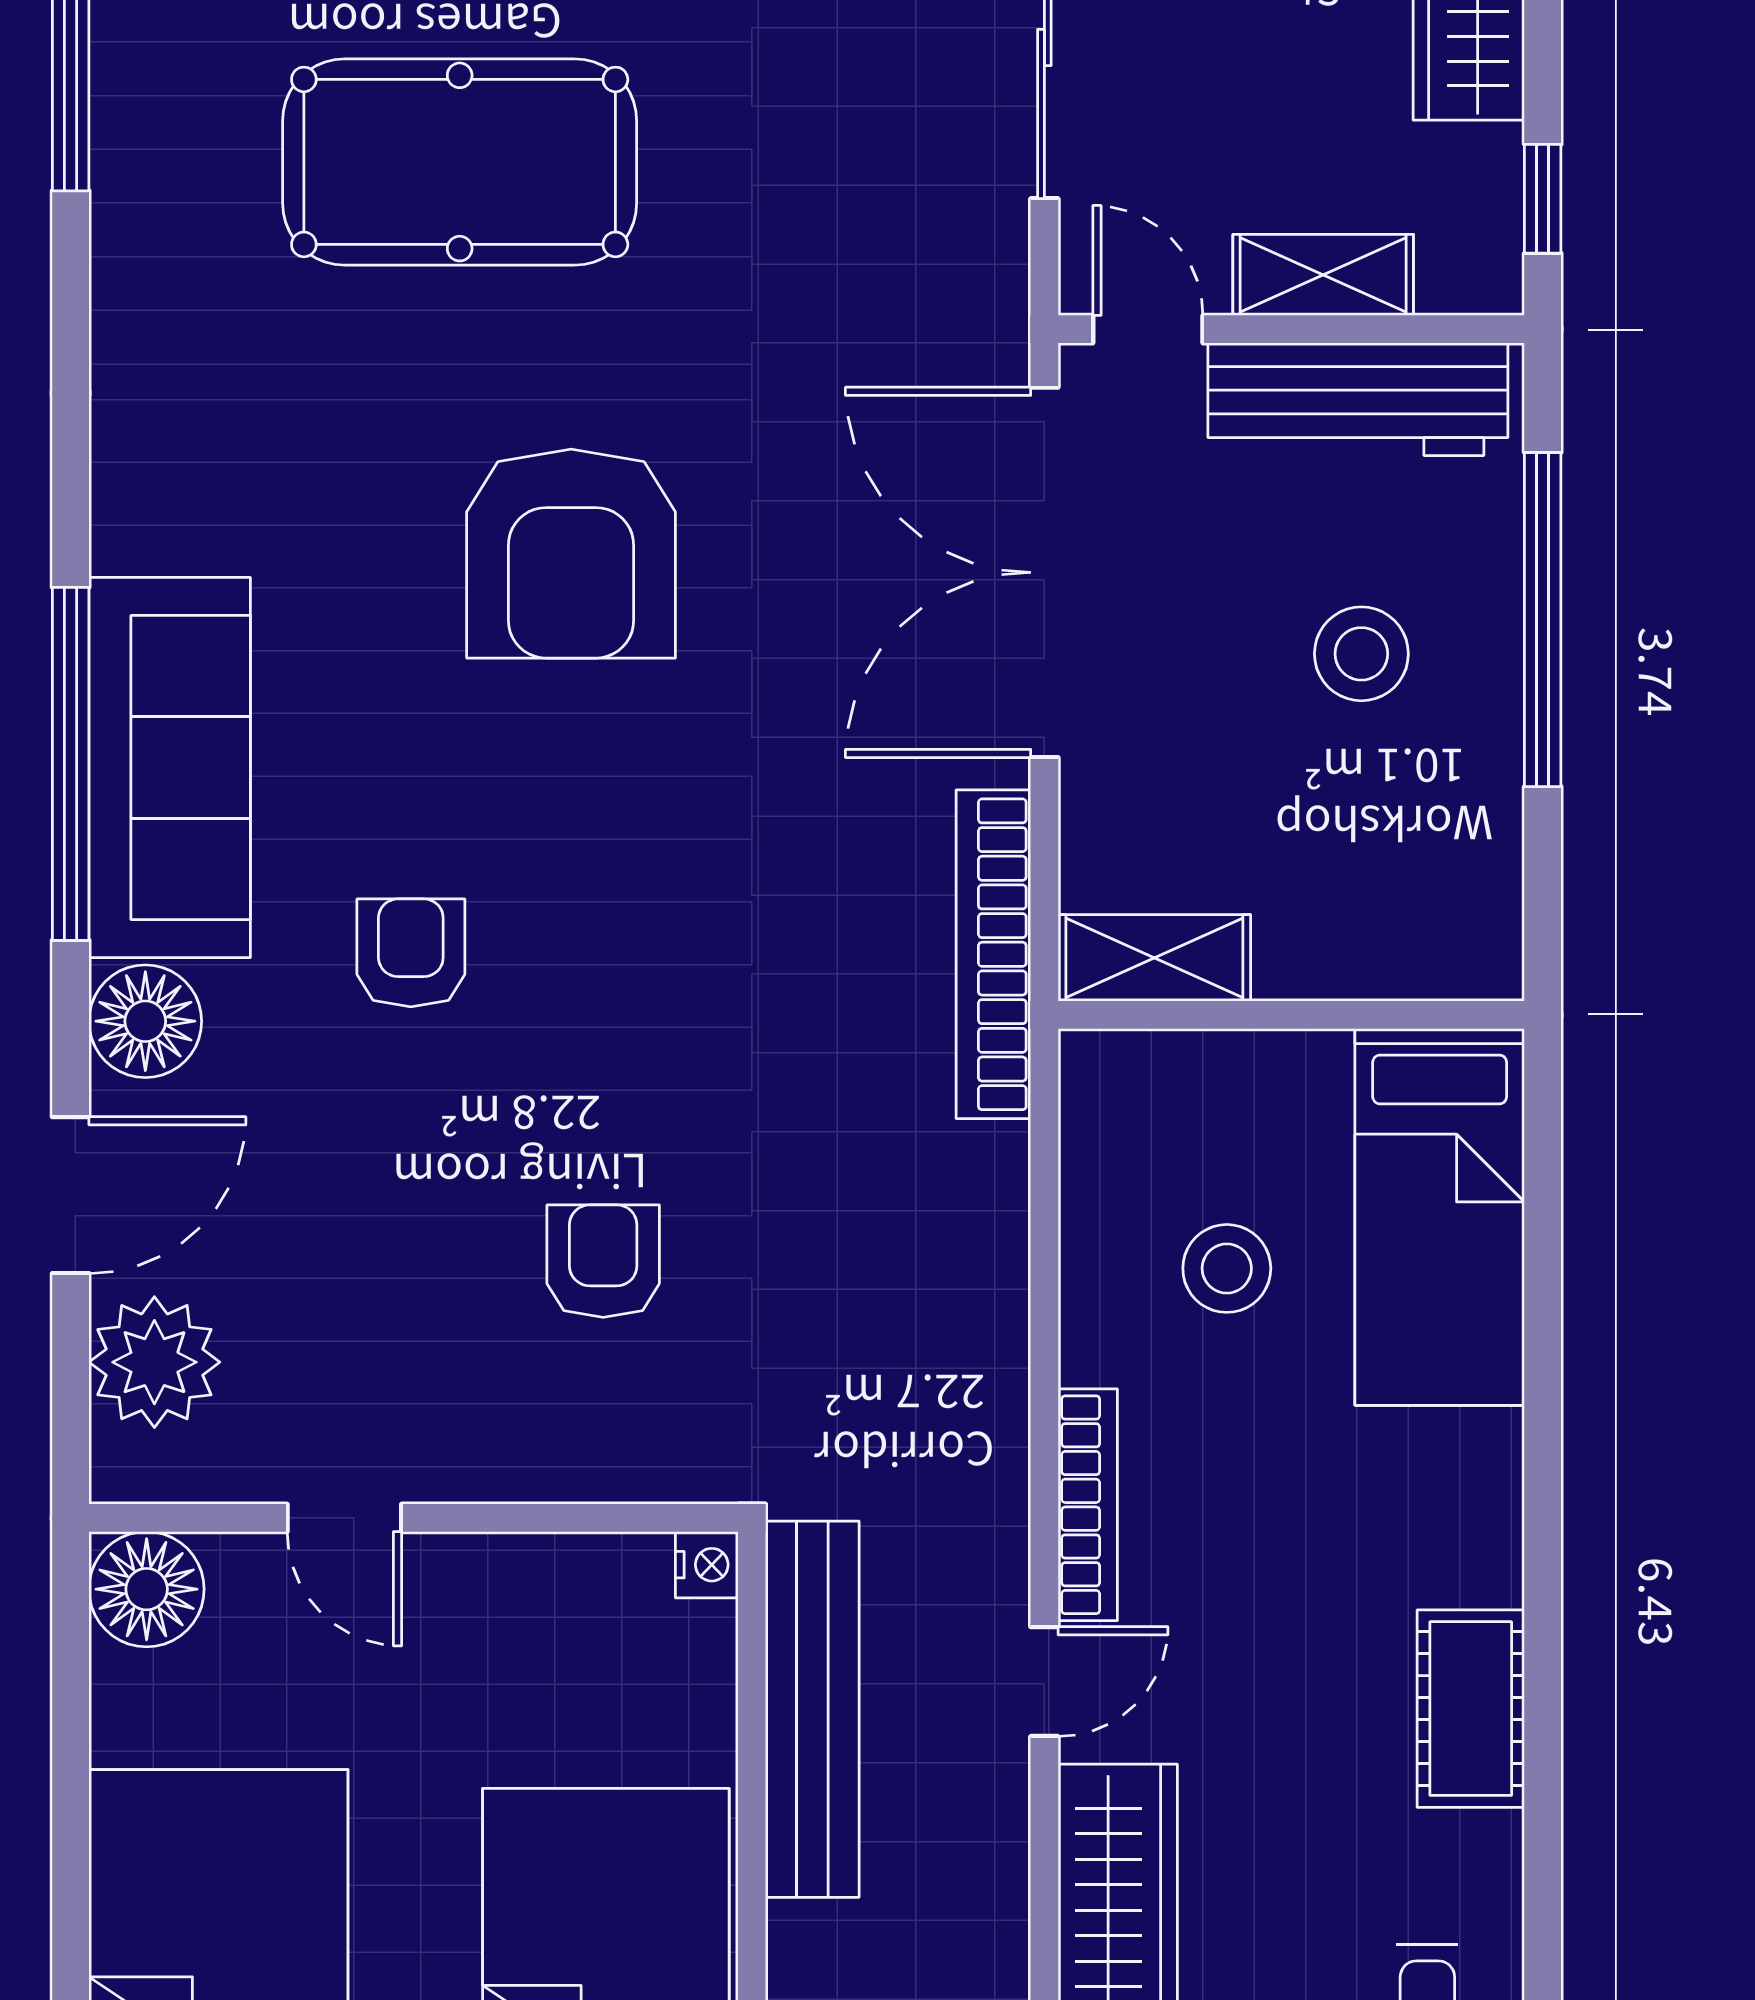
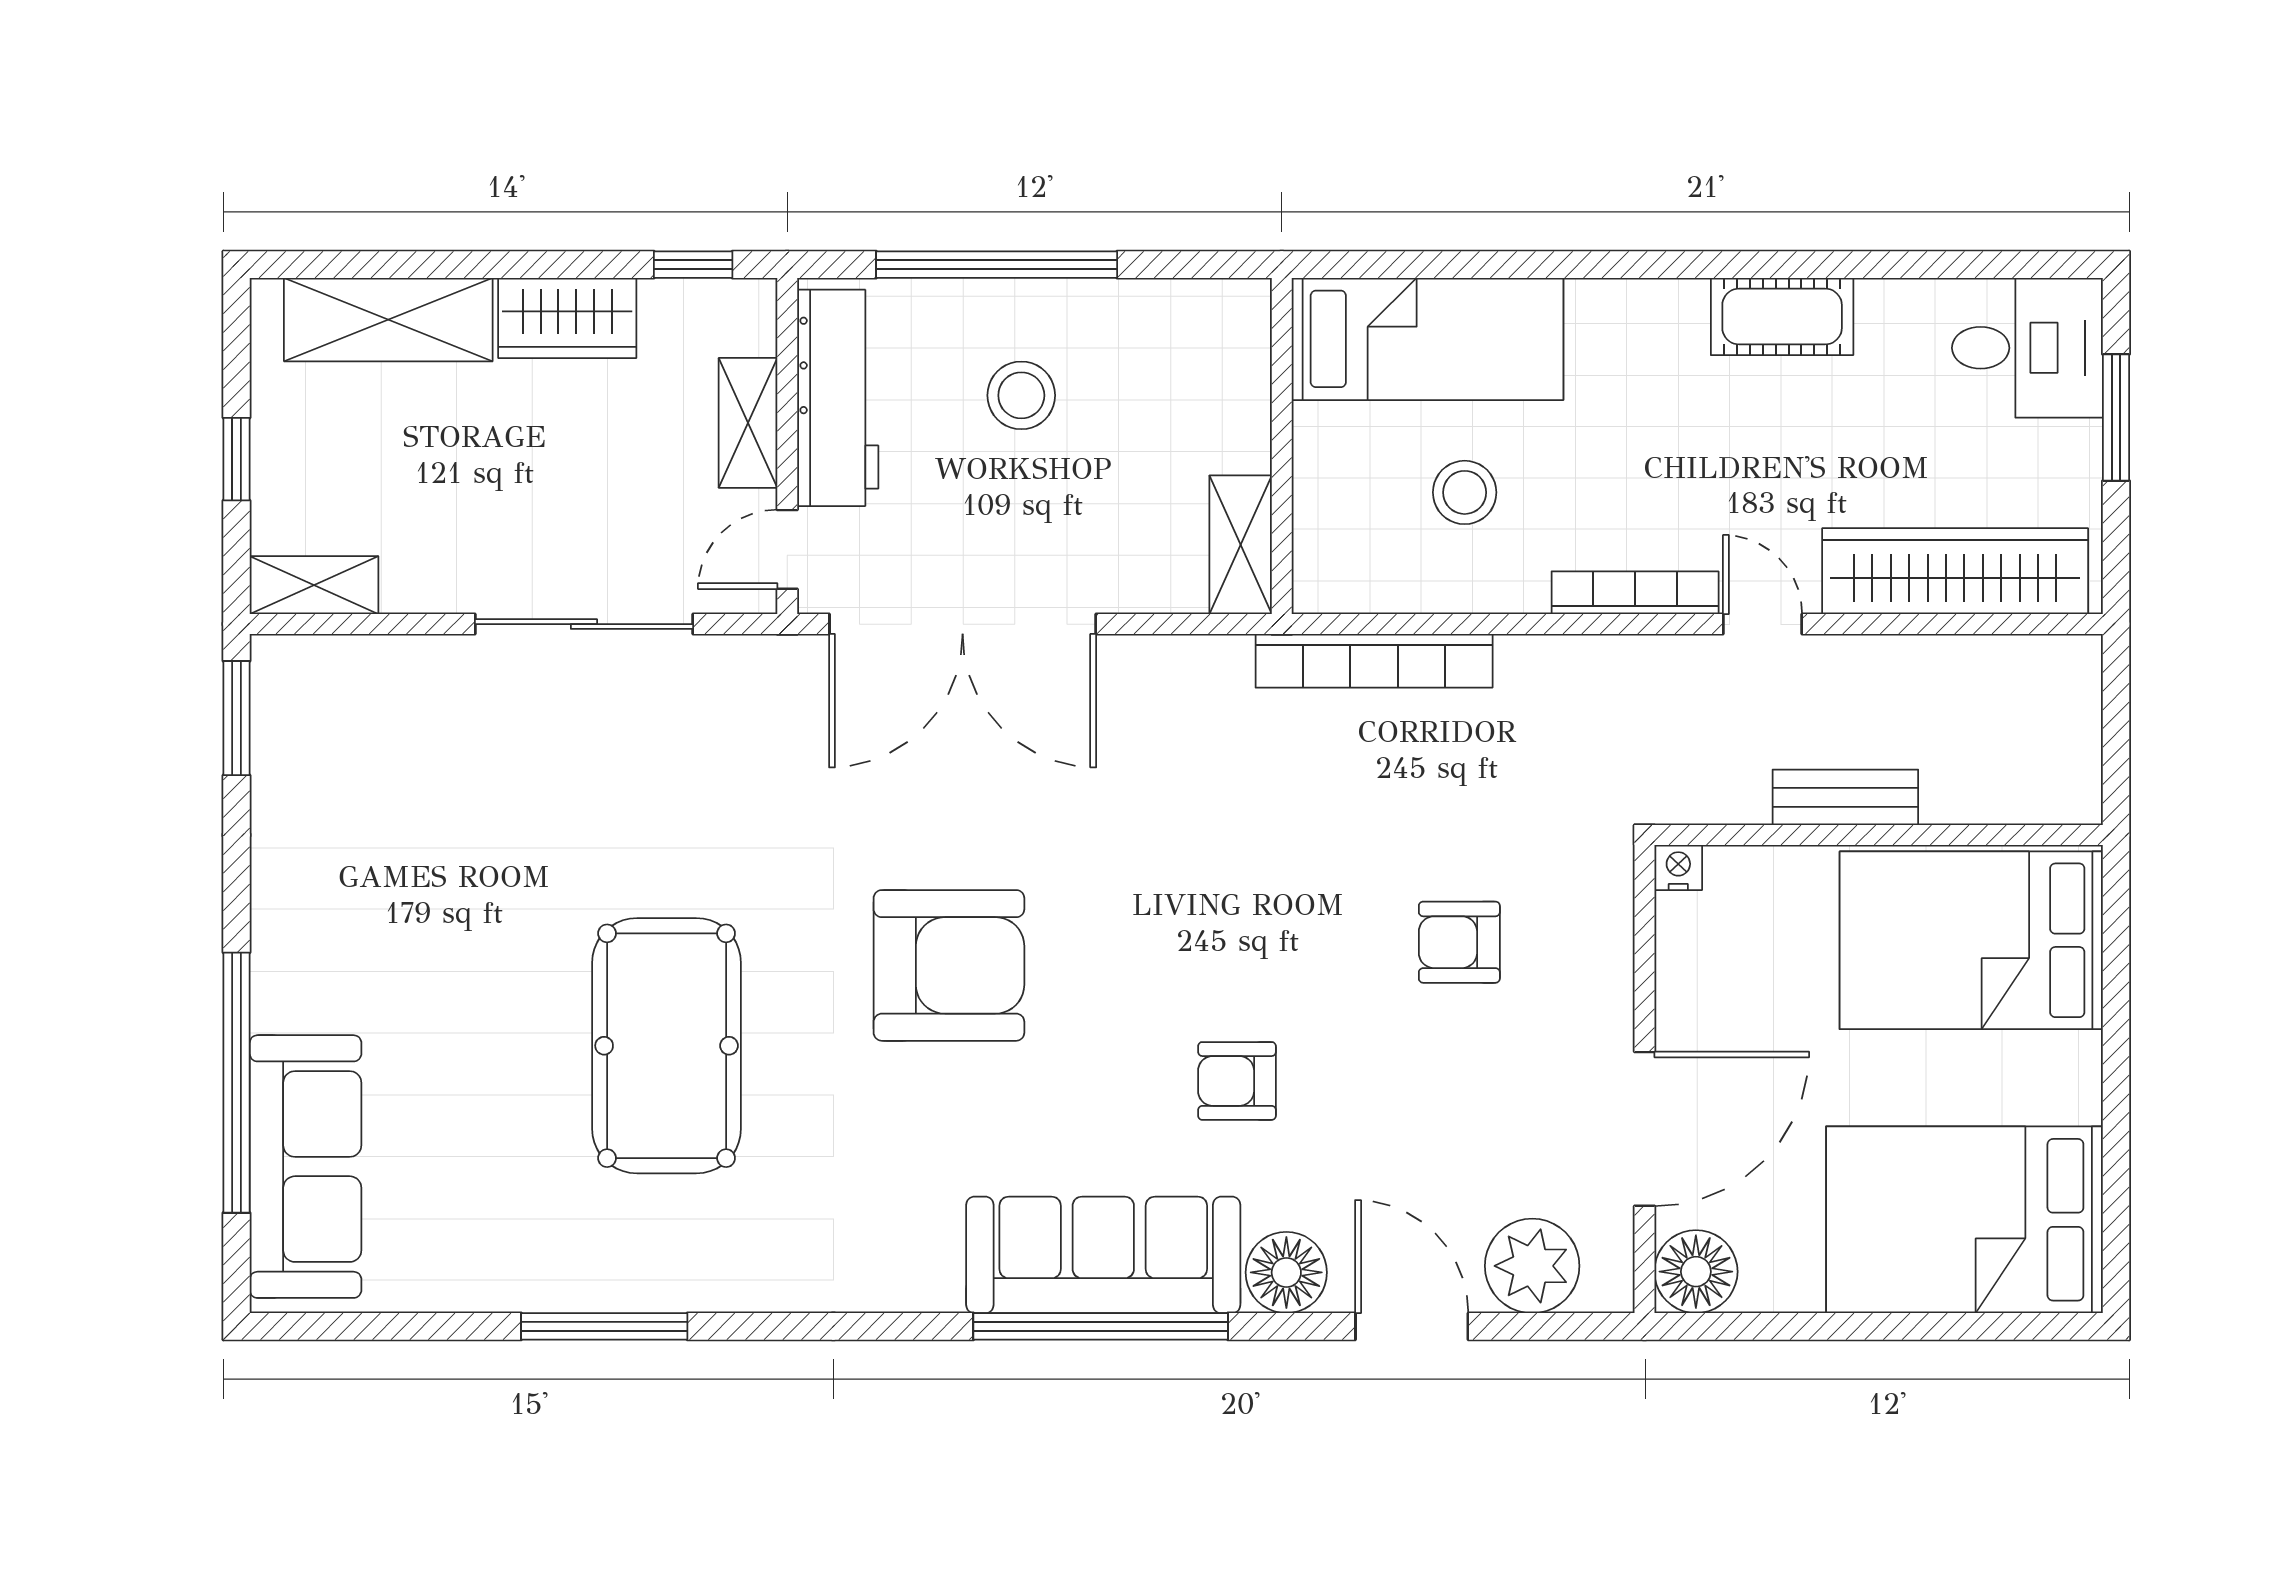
bookcase: (993, 954) -> (1374, 661), moved
door: (344, 1518) -> (1644, 1129), width x1.88
bench: (812, 1709) -> (1845, 797), width x0.54, depth x0.82

